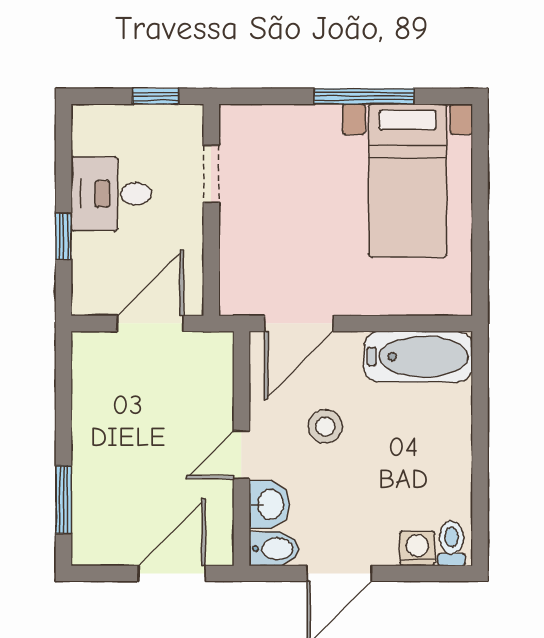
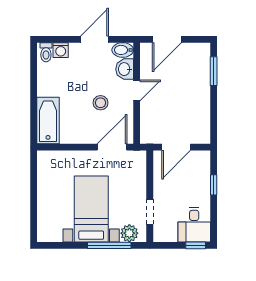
window: (156, 96) -> (196, 245), moved
window: (364, 96) -> (109, 245), moved
plant: (258, 124) -> (129, 233), added
bed with nightstands: (408, 181) -> (91, 209), moved
desk: (111, 194) -> (194, 225), moved, turned 90
bathtub: (418, 357) -> (48, 121), moved, turned 90

